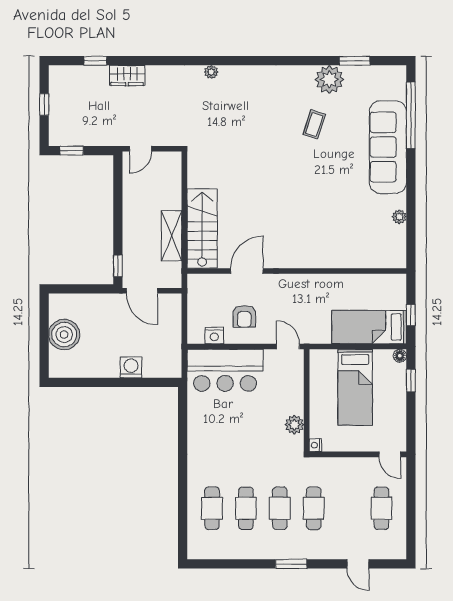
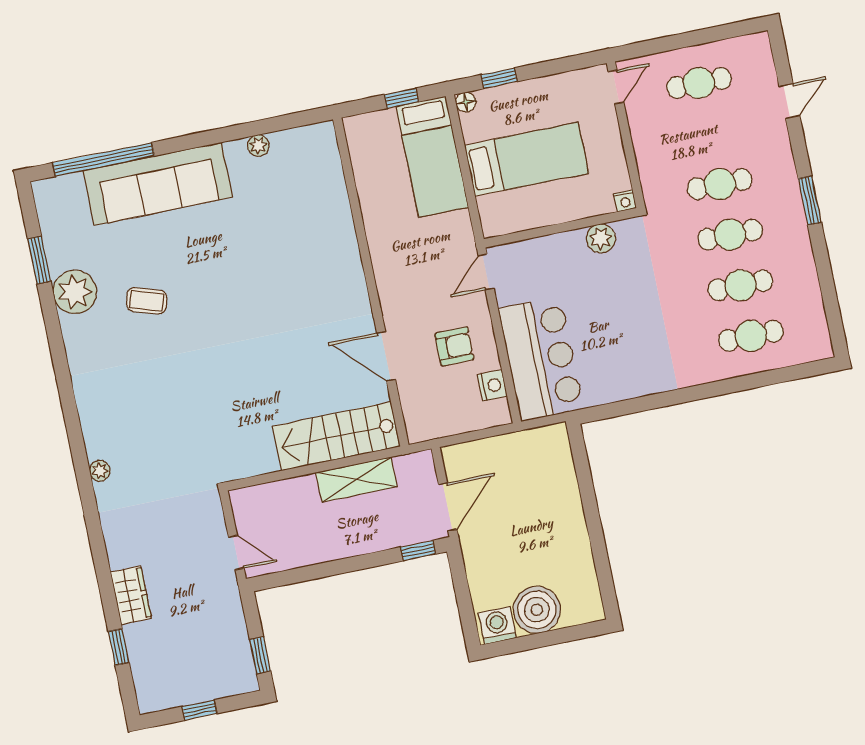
washing machine: (131, 367) -> (497, 625), moved, turned 90

